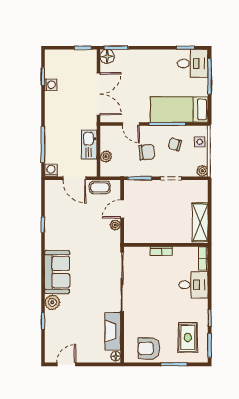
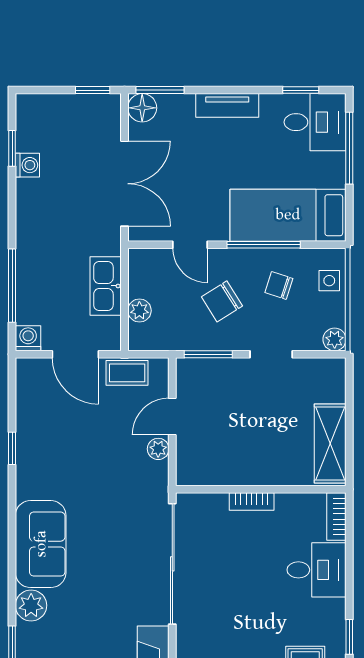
tv unit: (149, 55) -> (227, 105), added
chair: (147, 152) -> (222, 301), turned 153

